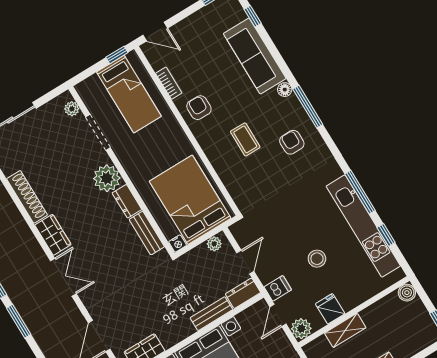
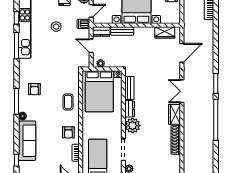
coffee table: (245, 139) -> (68, 102), moved
door: (245, 262) -> (91, 46), hinge flipped

